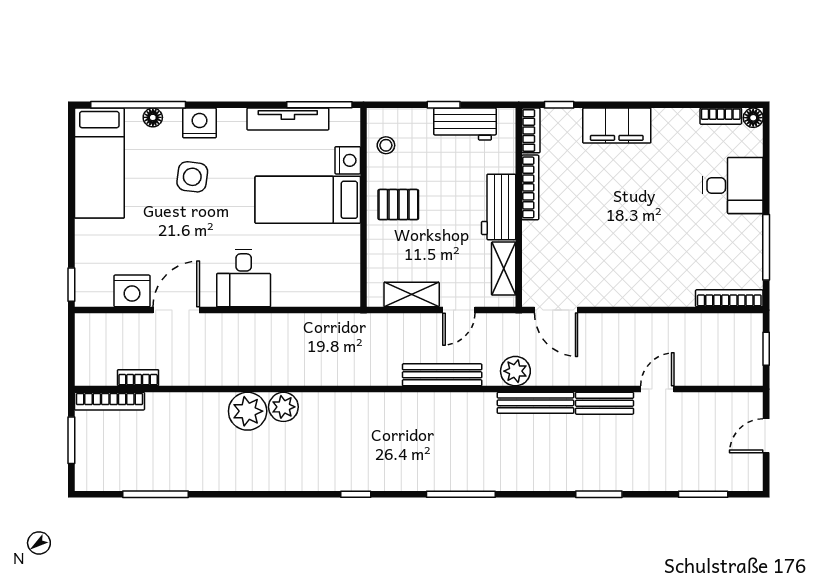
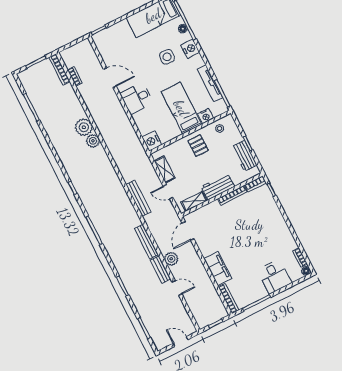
filing cabinet: (617, 126) -> (218, 268), moved, turned 180
nightstand: (132, 291) -> (152, 141), moved
plant: (515, 371) -> (171, 259), moved

